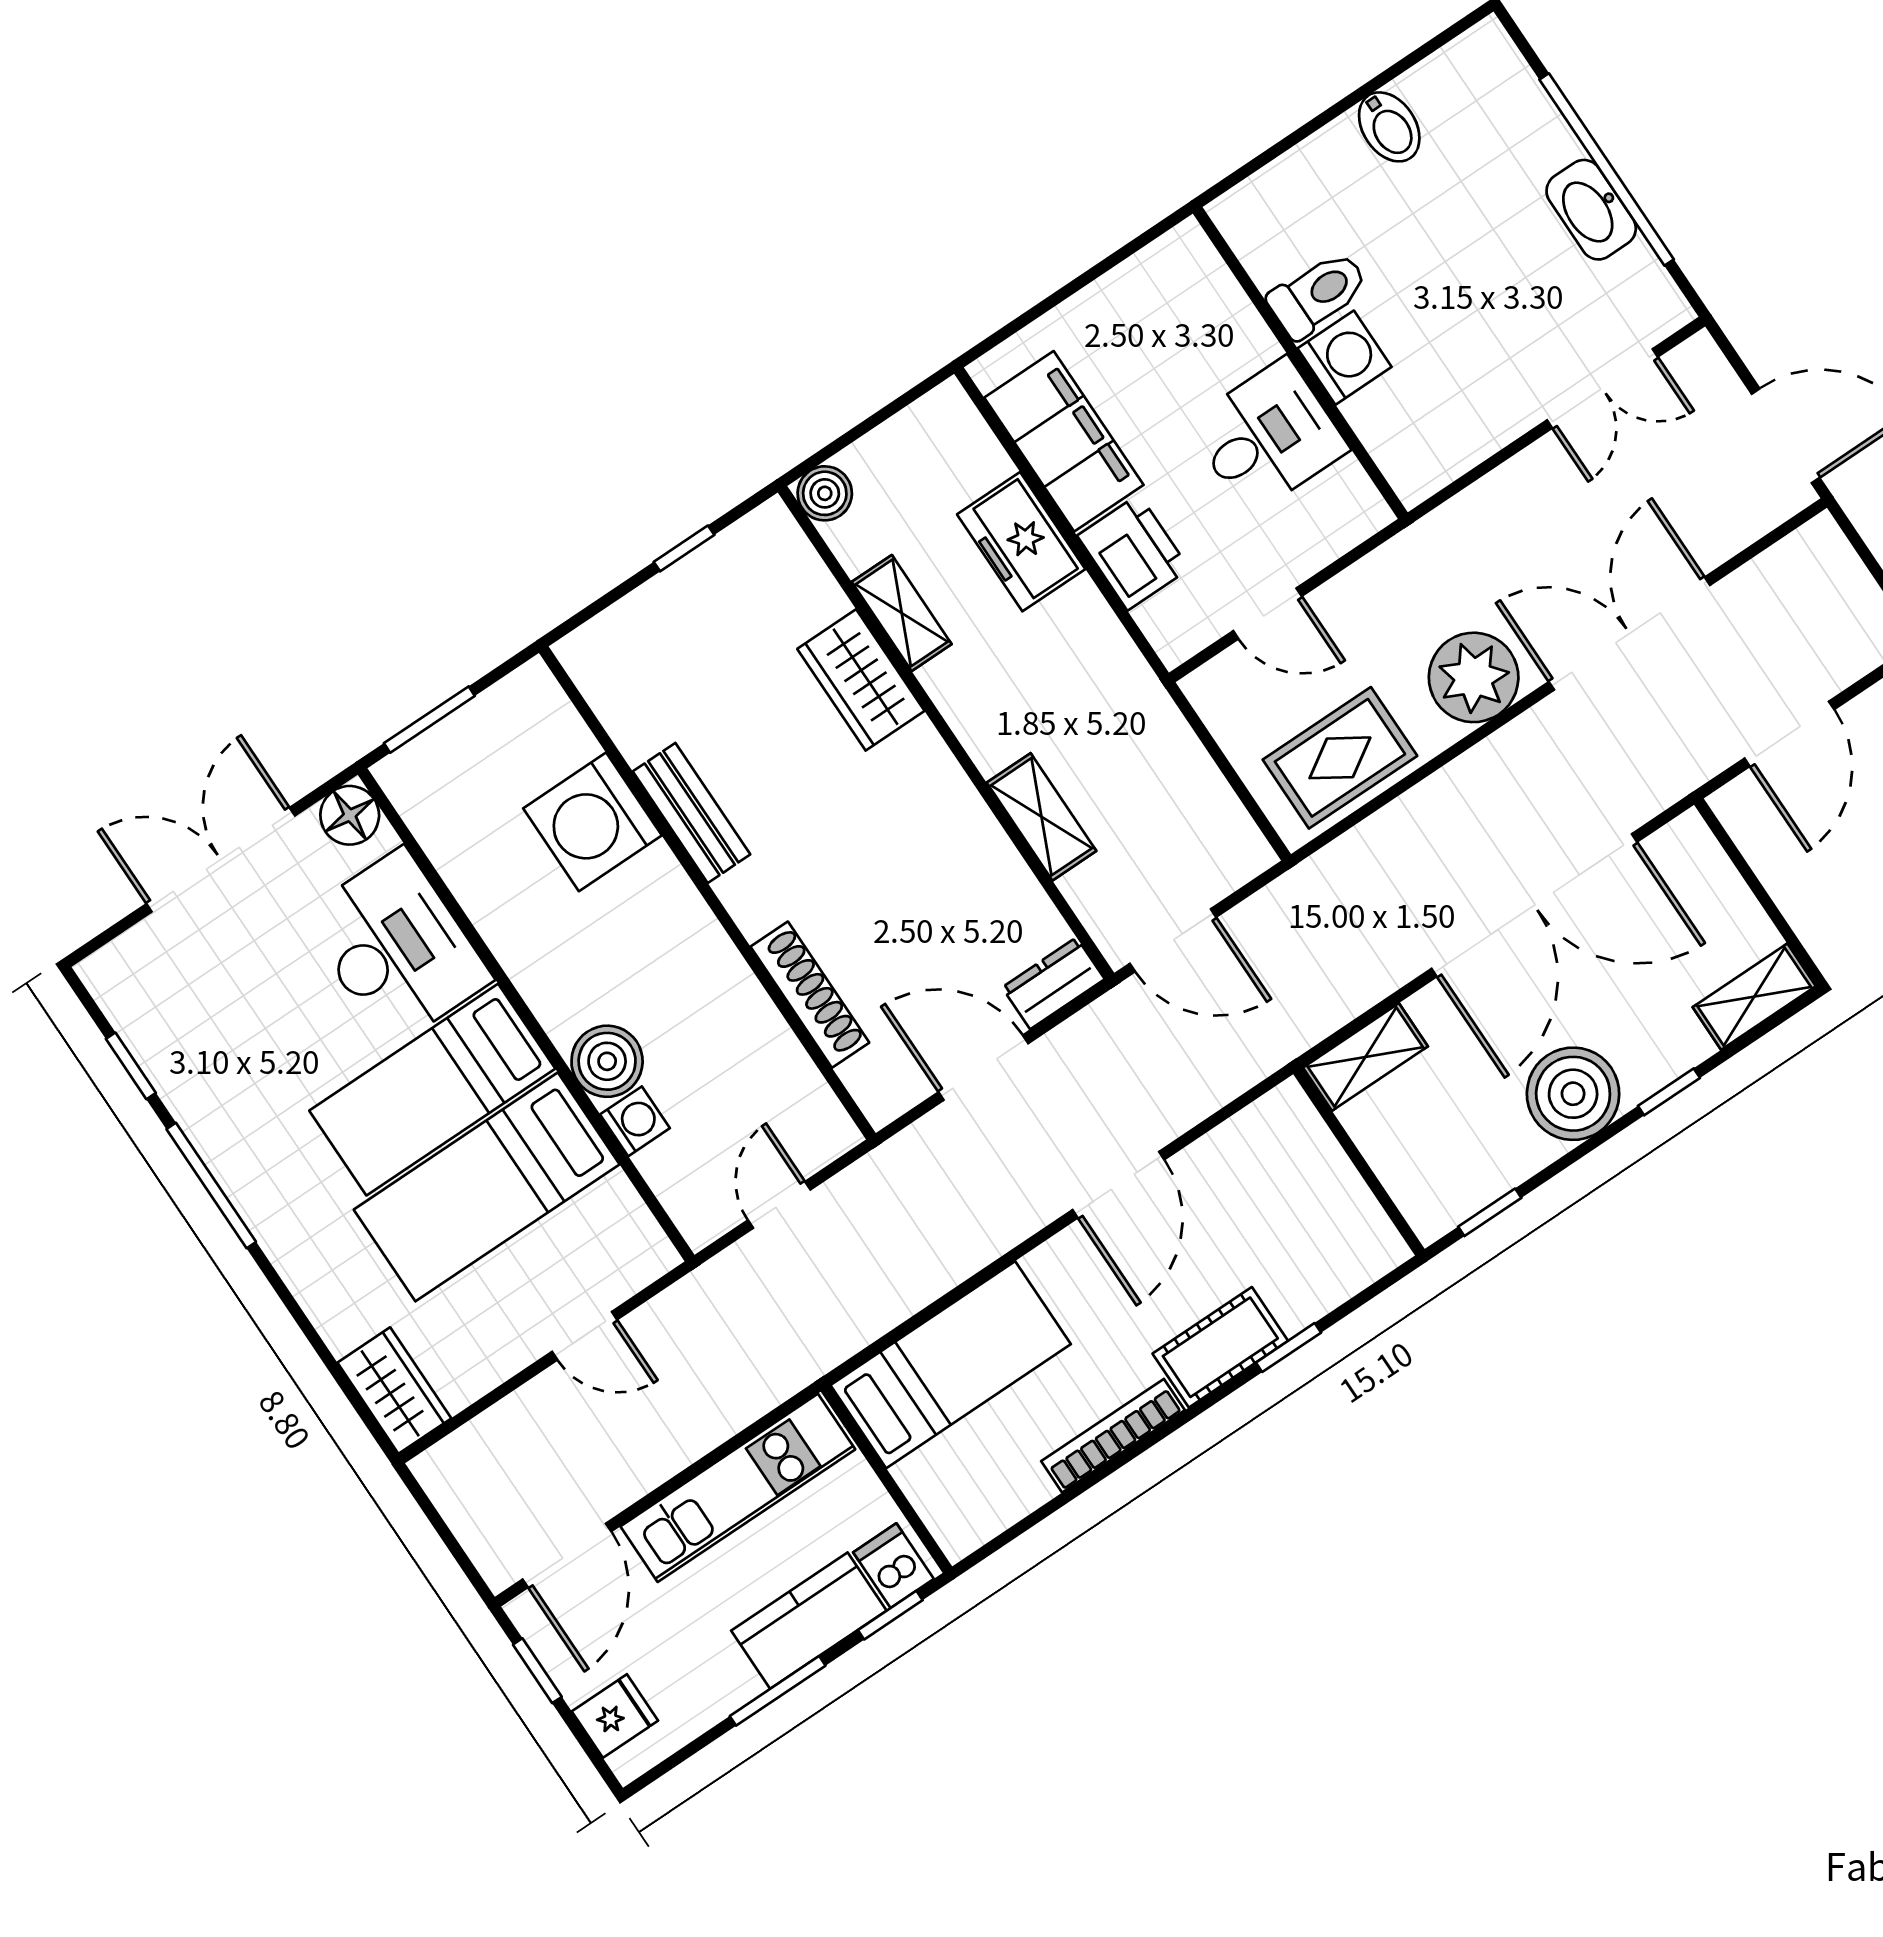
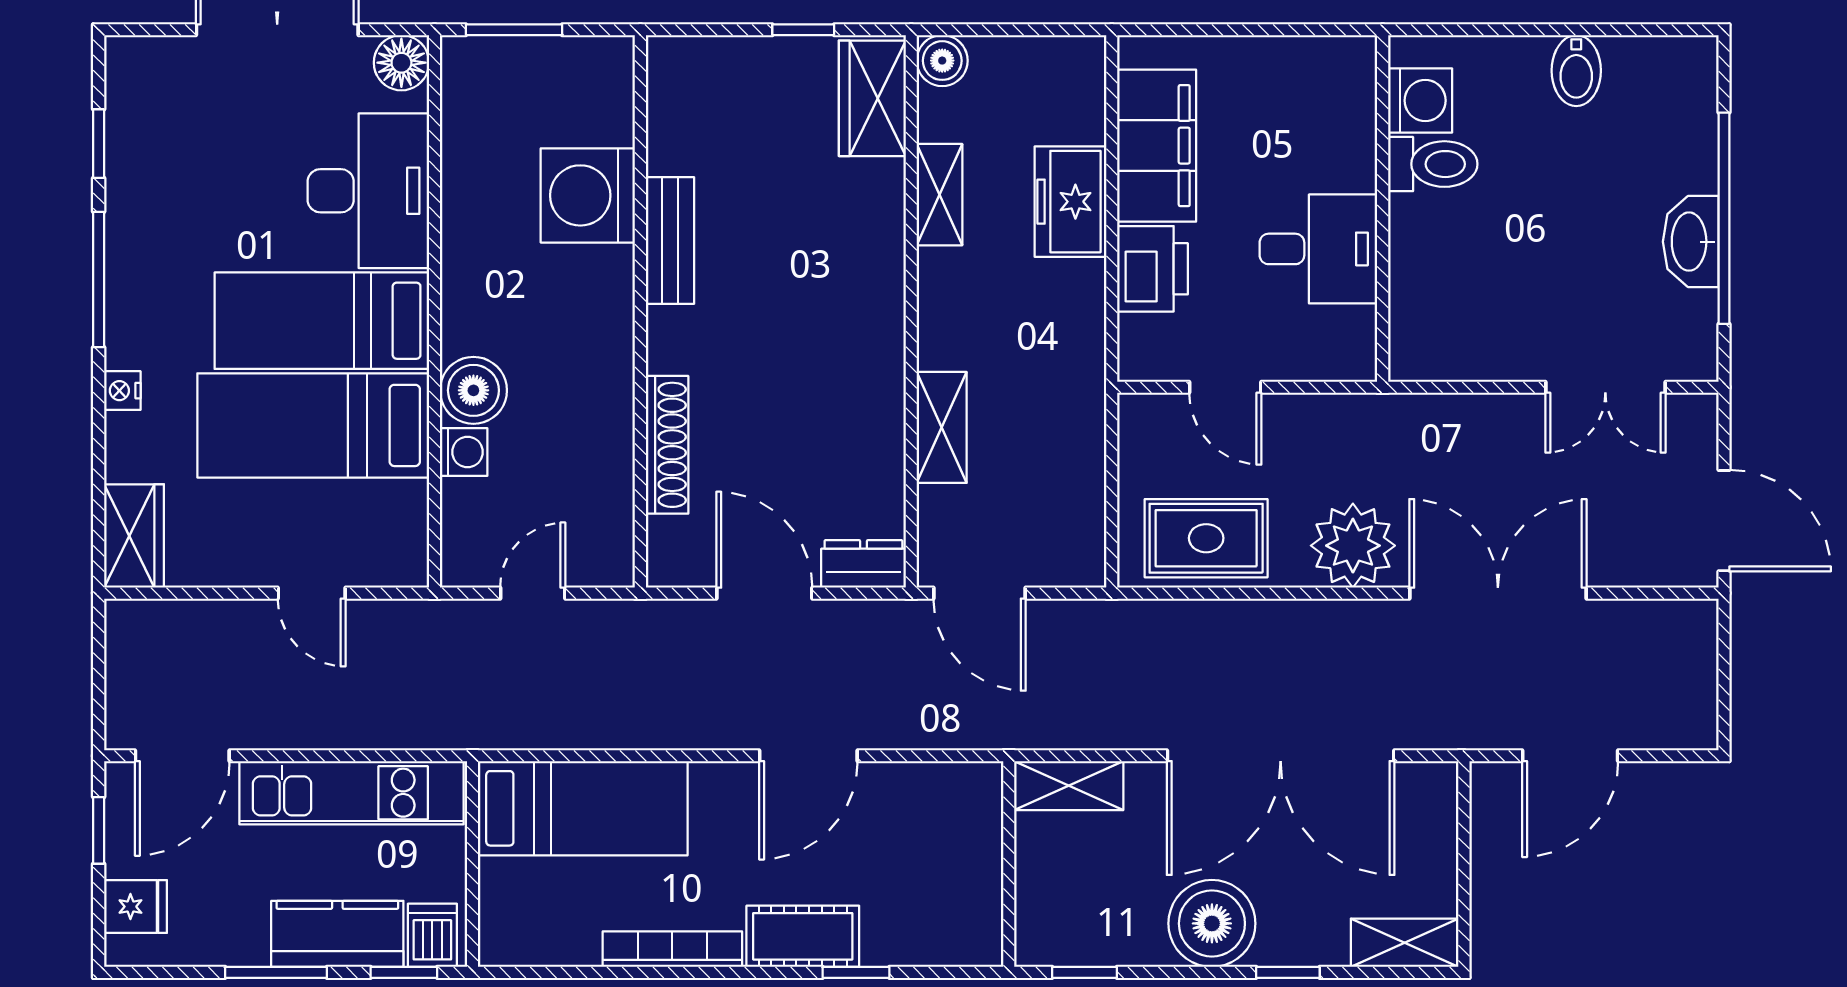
washing machine: (1345, 358) -> (1420, 100), moved
wardrobe: (861, 680) -> (872, 98), moved
nightstand: (298, 1269) -> (122, 391), added

